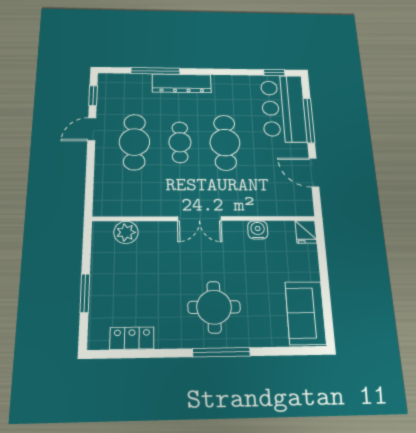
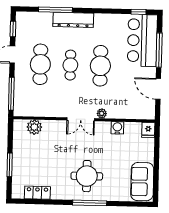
window: (89, 184) -> (11, 94), added
plant: (232, 209) -> (102, 113), added

